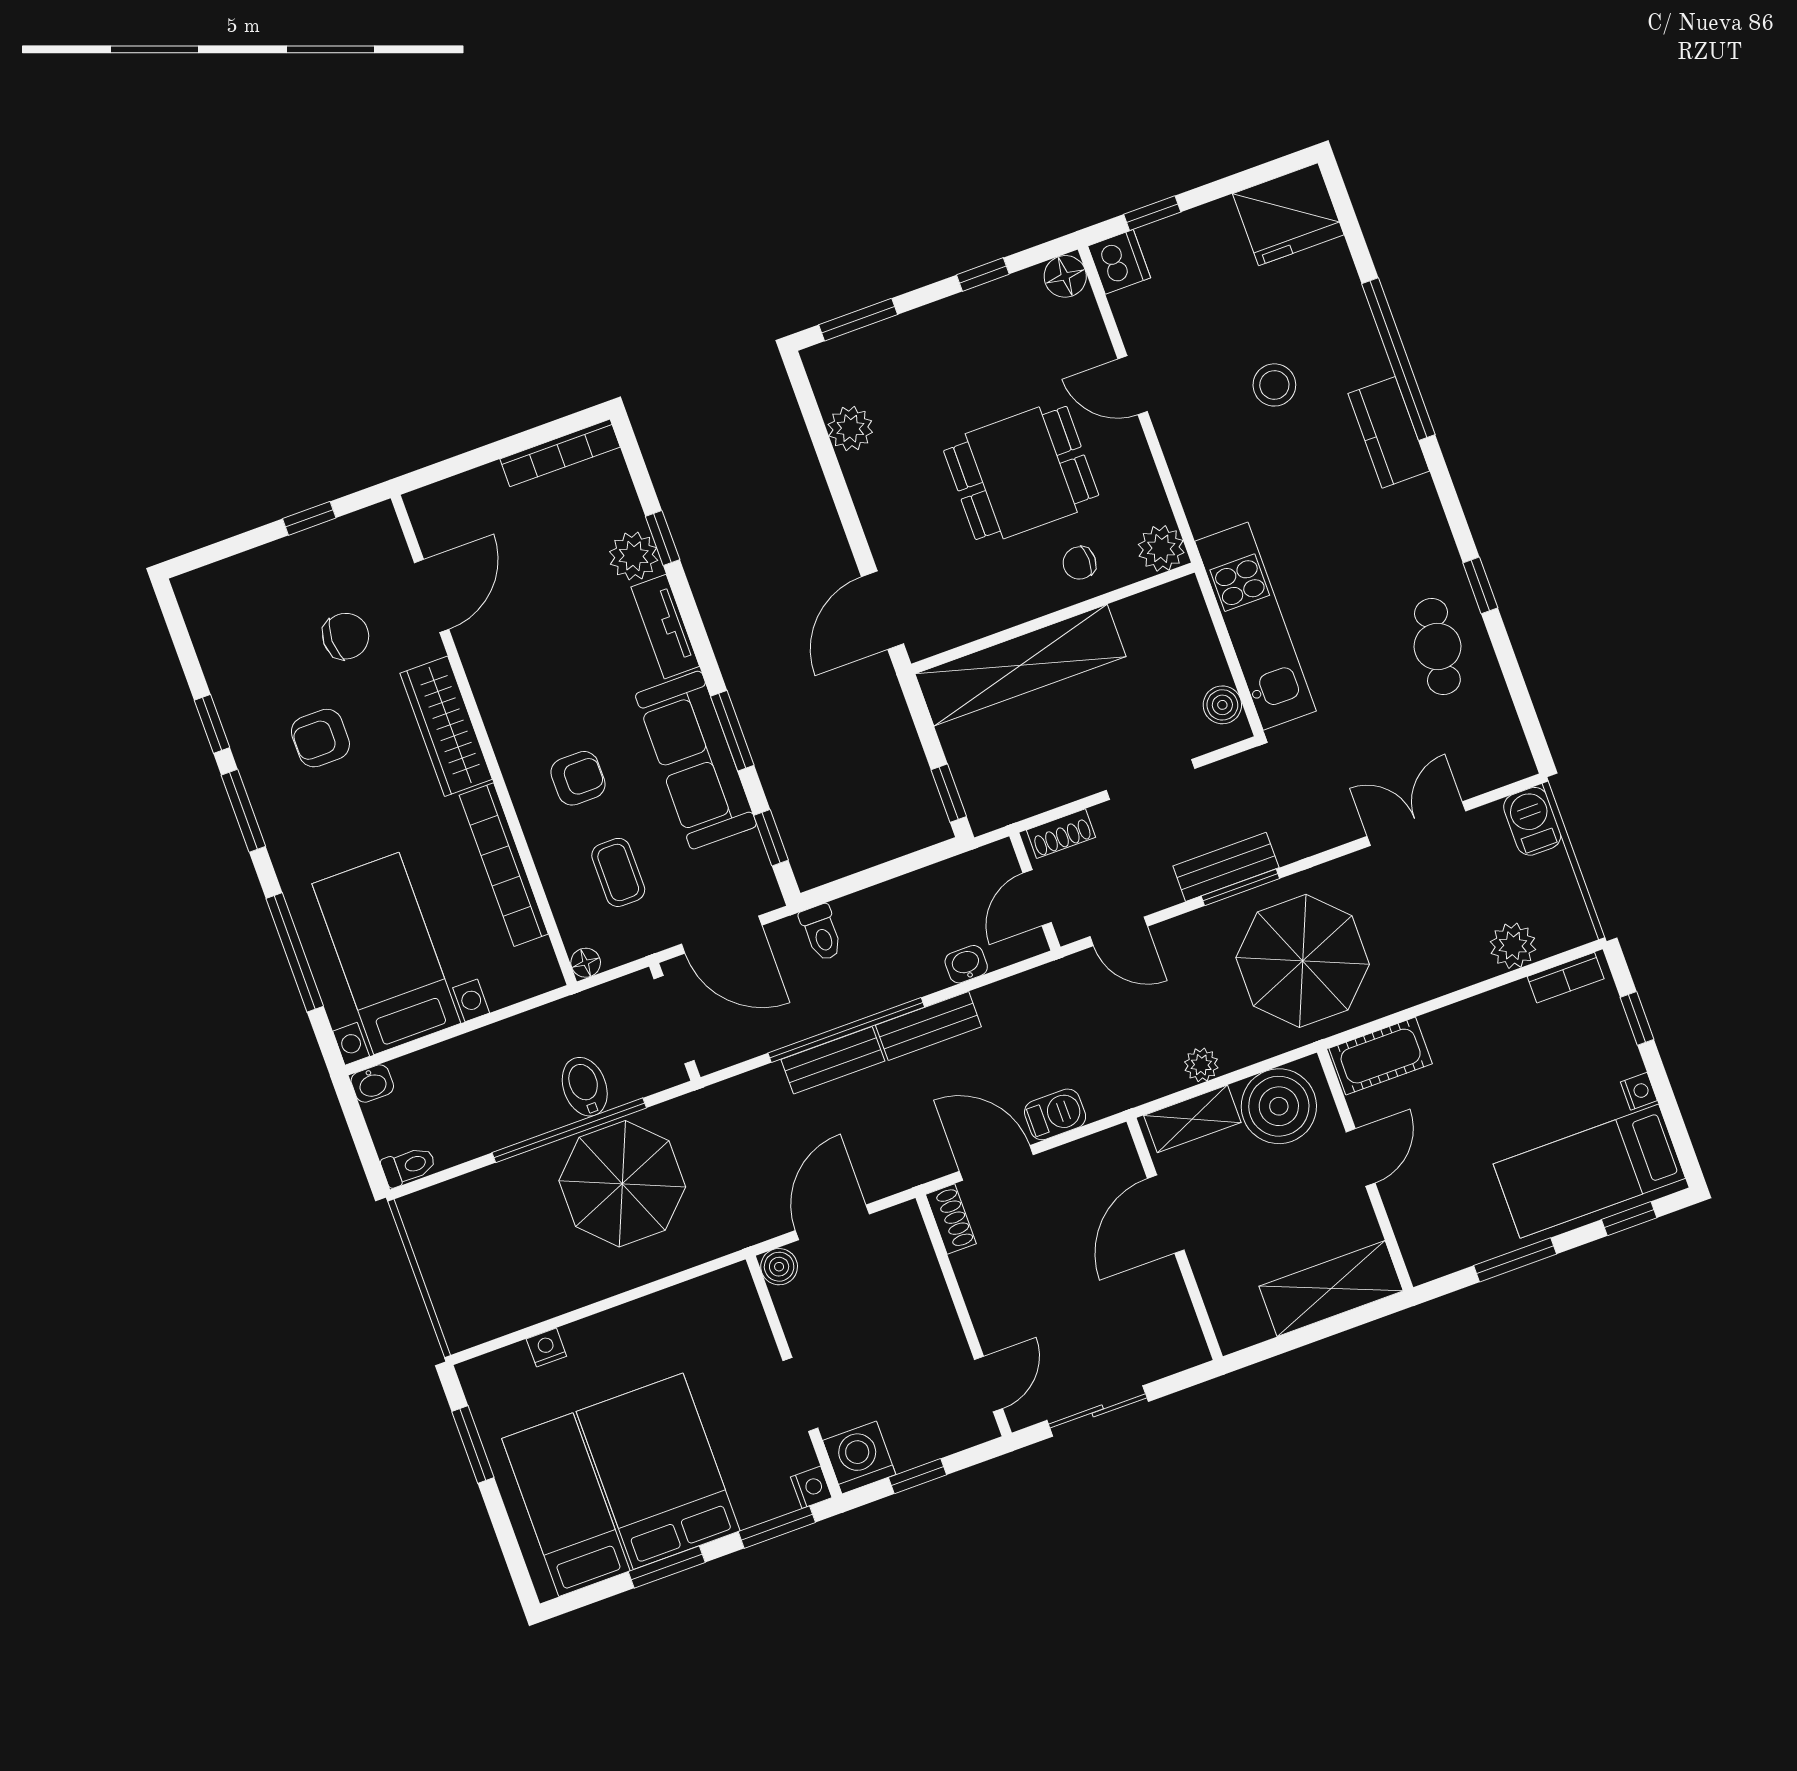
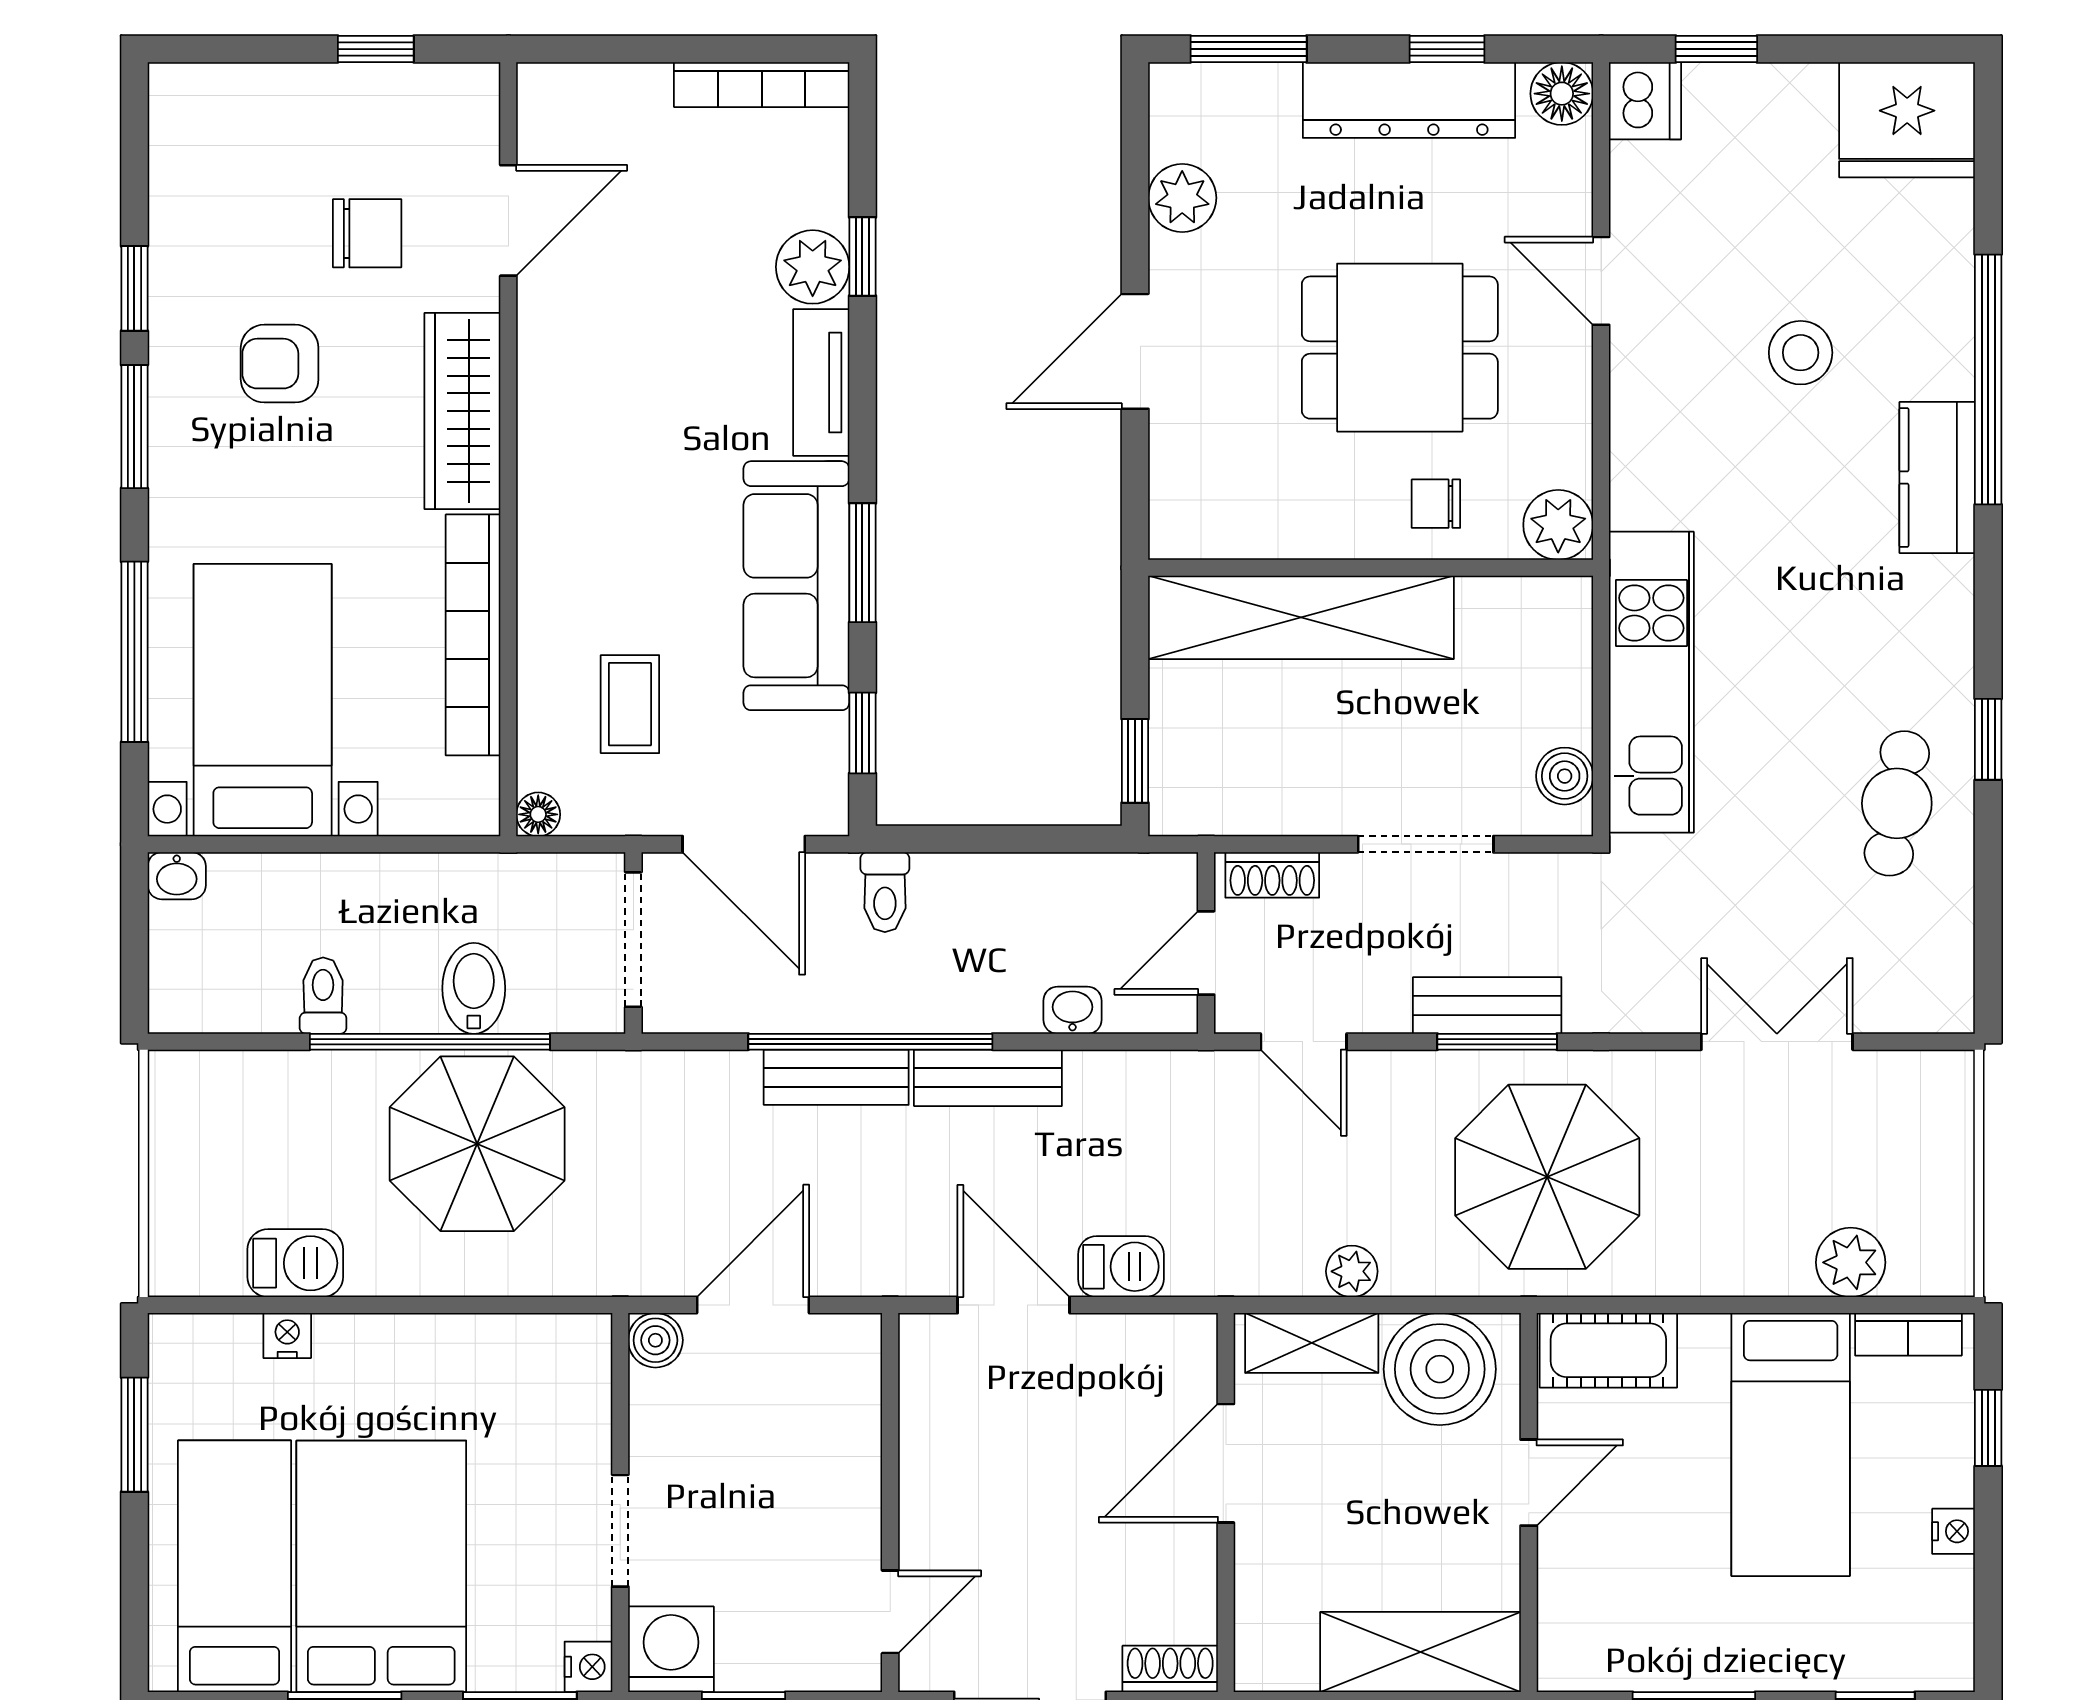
dresser: (971, 315) -> (1409, 100), added
door: (883, 610) -> (1135, 351), moved
armchair: (578, 778) -> (621, 551), removed
barbecue: (1532, 821) -> (295, 1263), moved, turned 90
toilet: (409, 1166) -> (323, 996), moved, turned -90
bed: (1589, 1171) -> (1791, 1445), moved, turned -90
shoe rack: (951, 1219) -> (1170, 1669), moved, turned -90

